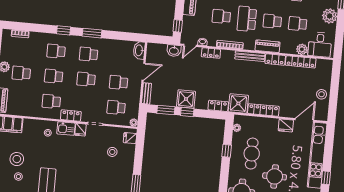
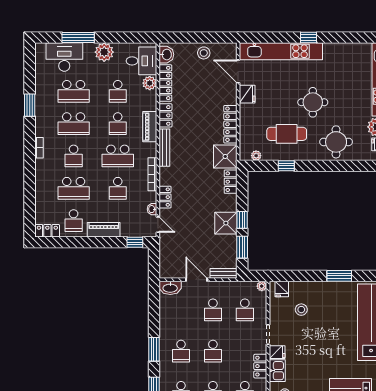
washbasin: (174, 51) -> (166, 55), moved

